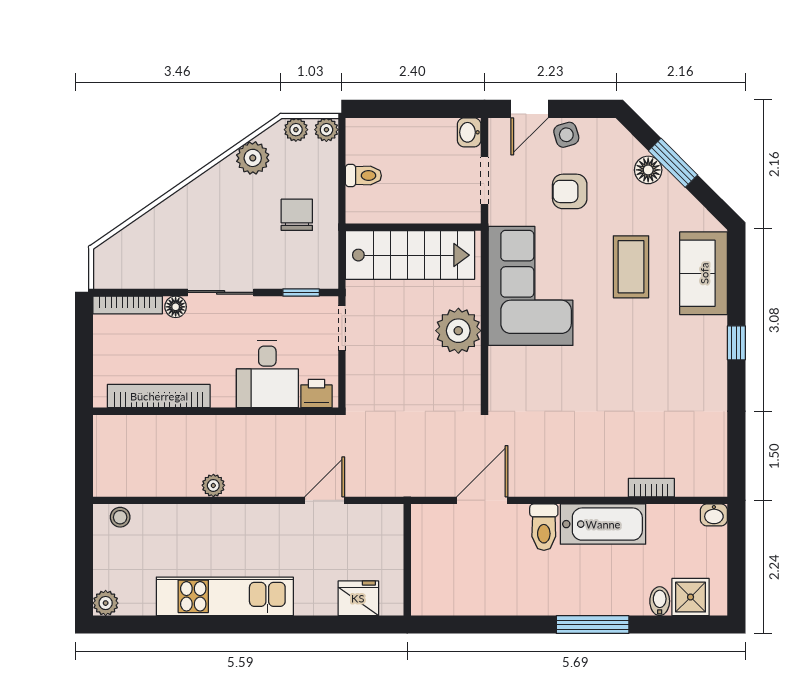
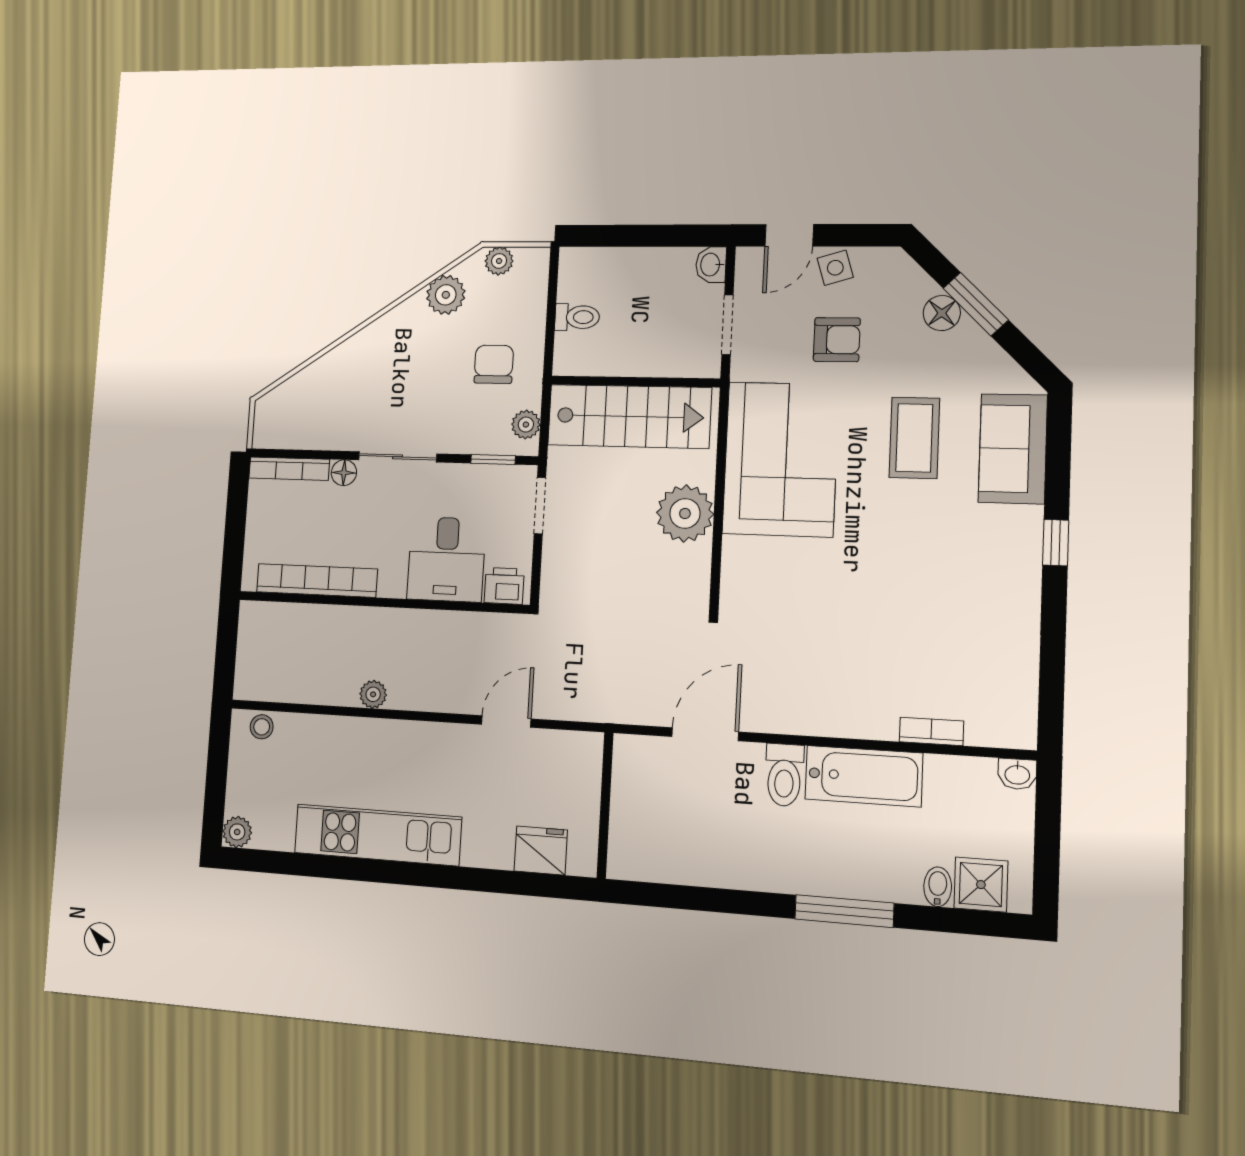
plant: (326, 130) -> (526, 425), moved
armchair: (570, 191) -> (837, 340), turned 180

